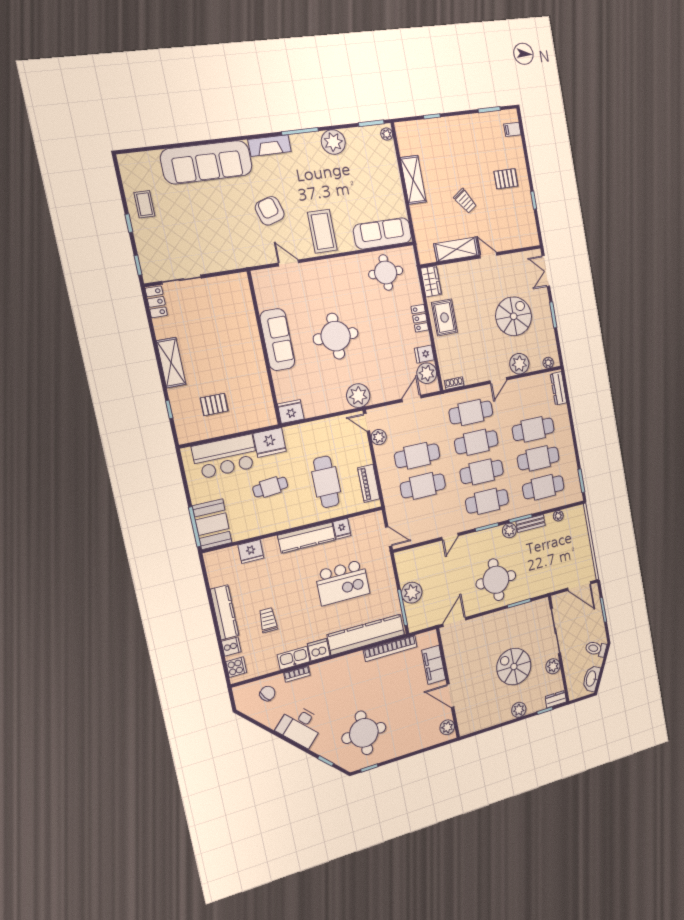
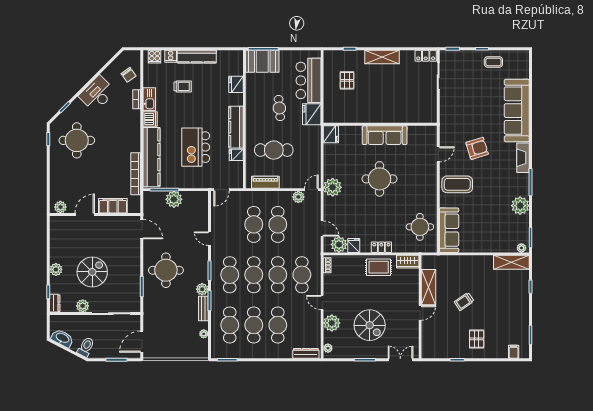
shelving: (413, 180) -> (511, 262), moved

